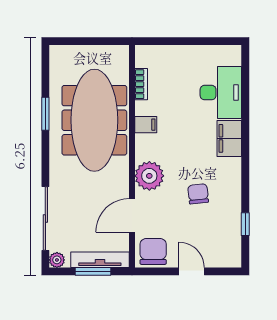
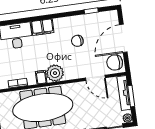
plant: (149, 176) -> (55, 73), moved
door: (192, 271) -> (123, 38), width x1.87

